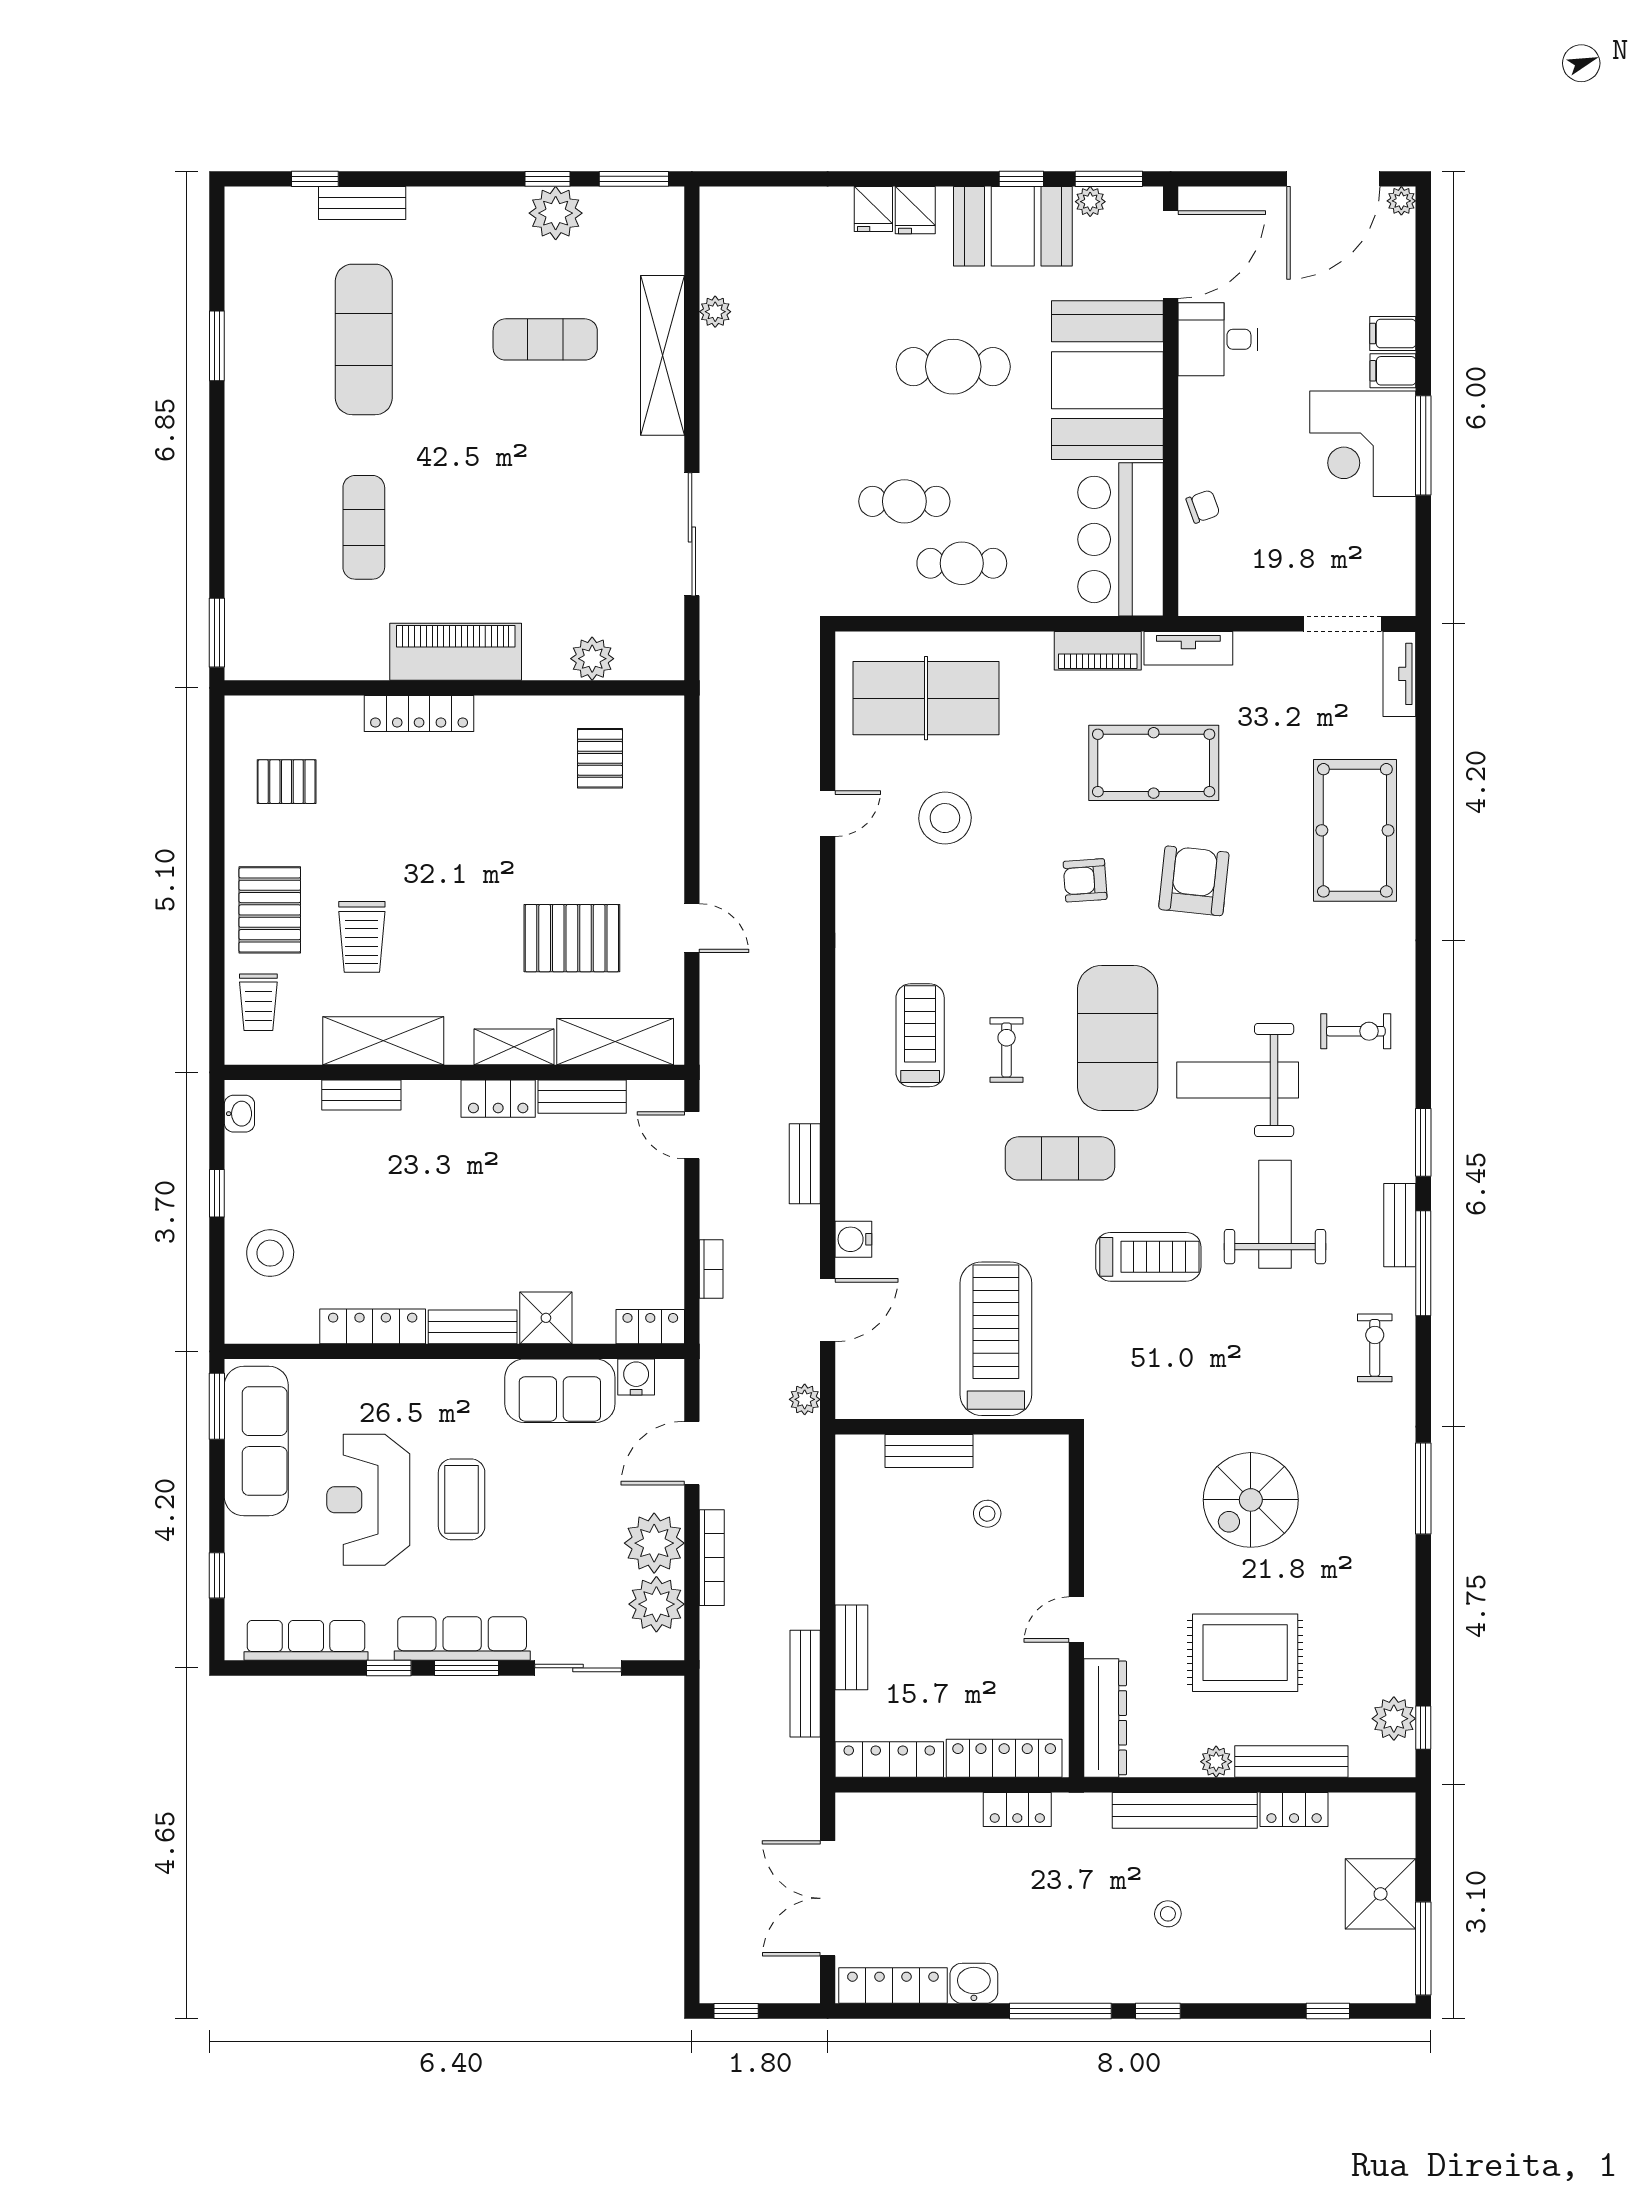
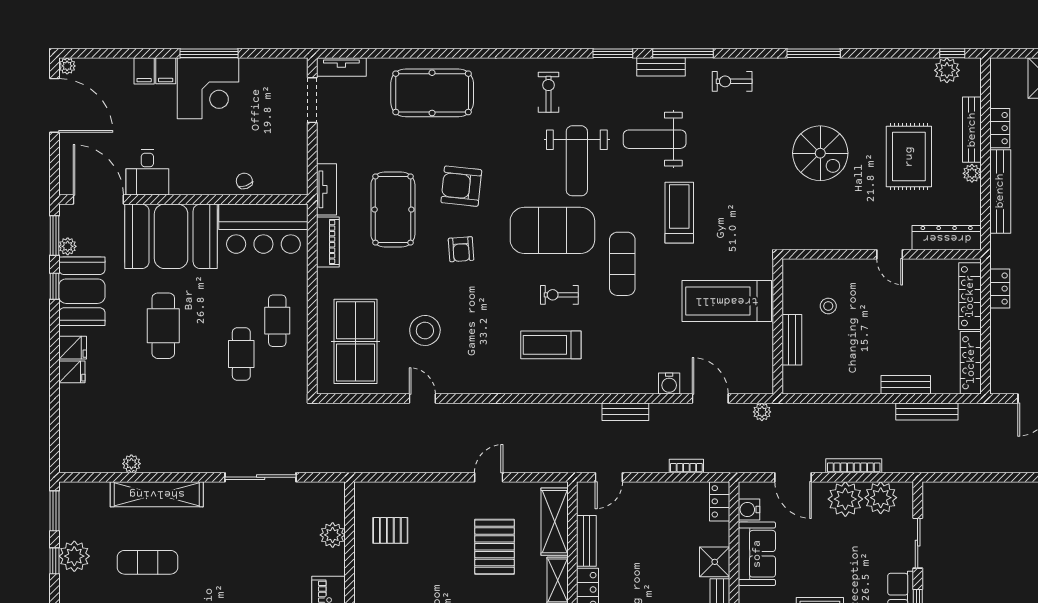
exercise mat: (545, 339) -> (147, 562), turned 90

